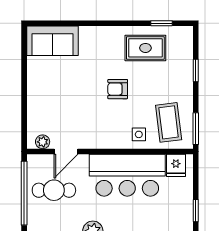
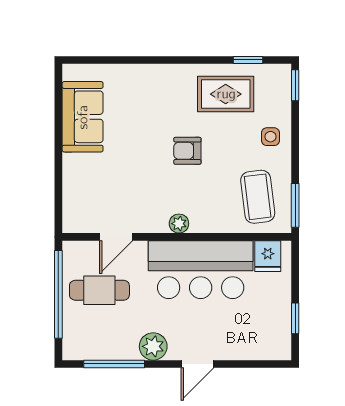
sofa: (52, 41) -> (83, 117), moved, turned -90
window: (196, 71) -> (295, 85), moved
side table: (139, 134) -> (270, 137), moved
plant: (43, 142) -> (179, 224), moved

